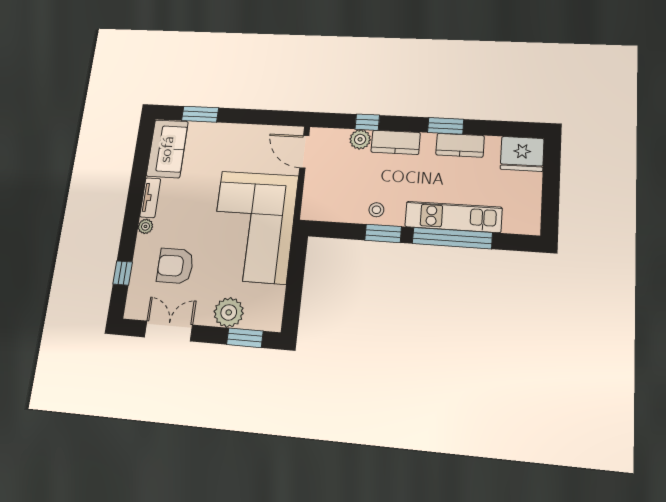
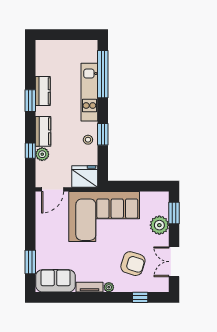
fridge: (522, 154) -> (85, 177), moved, turned -90
window: (452, 238) -> (103, 74), moved
armchair: (175, 266) -> (133, 264), turned -73

